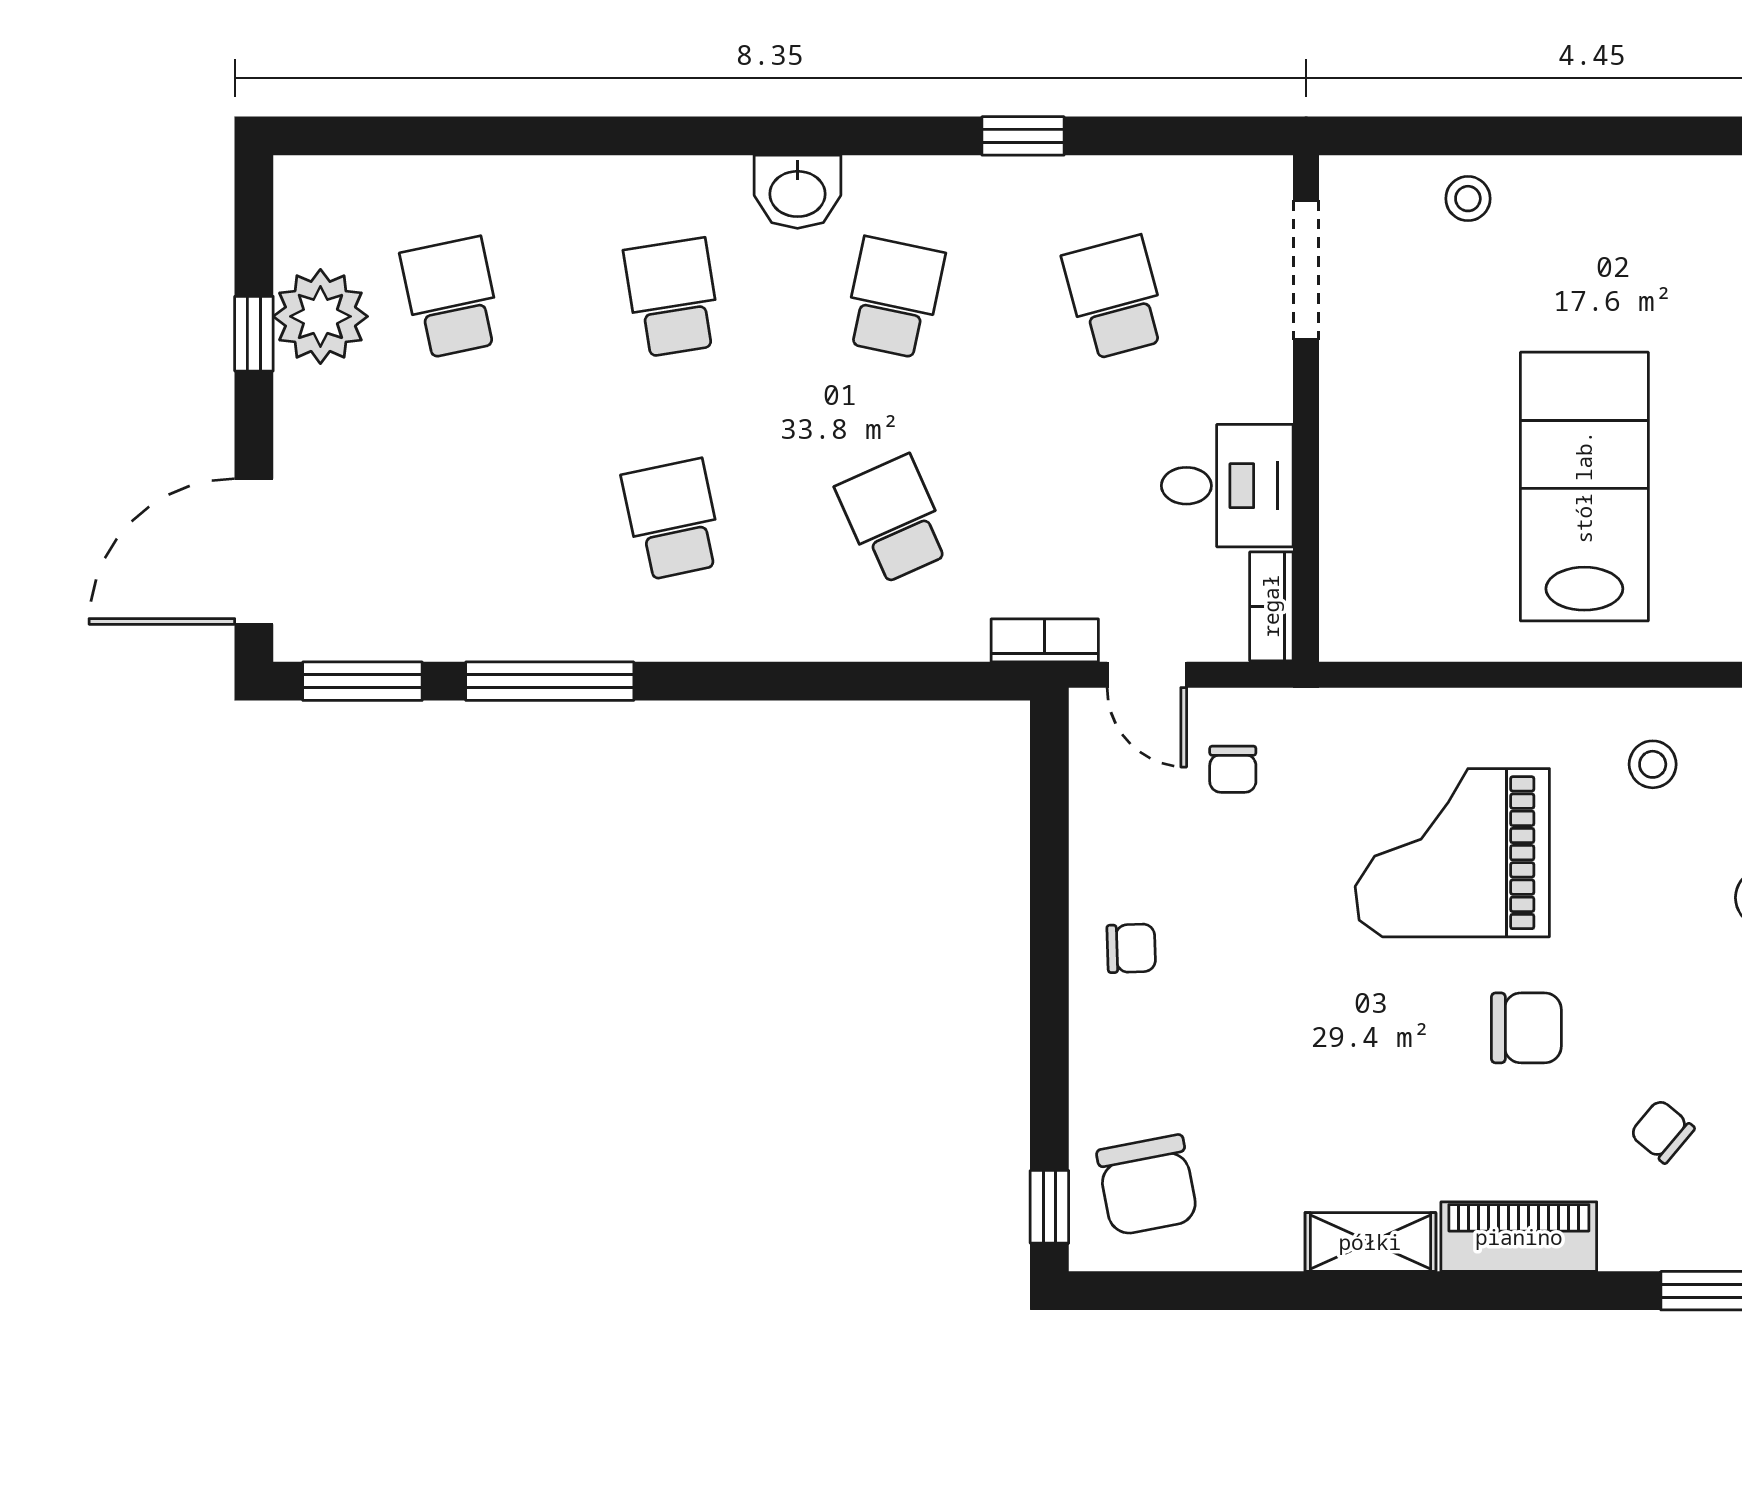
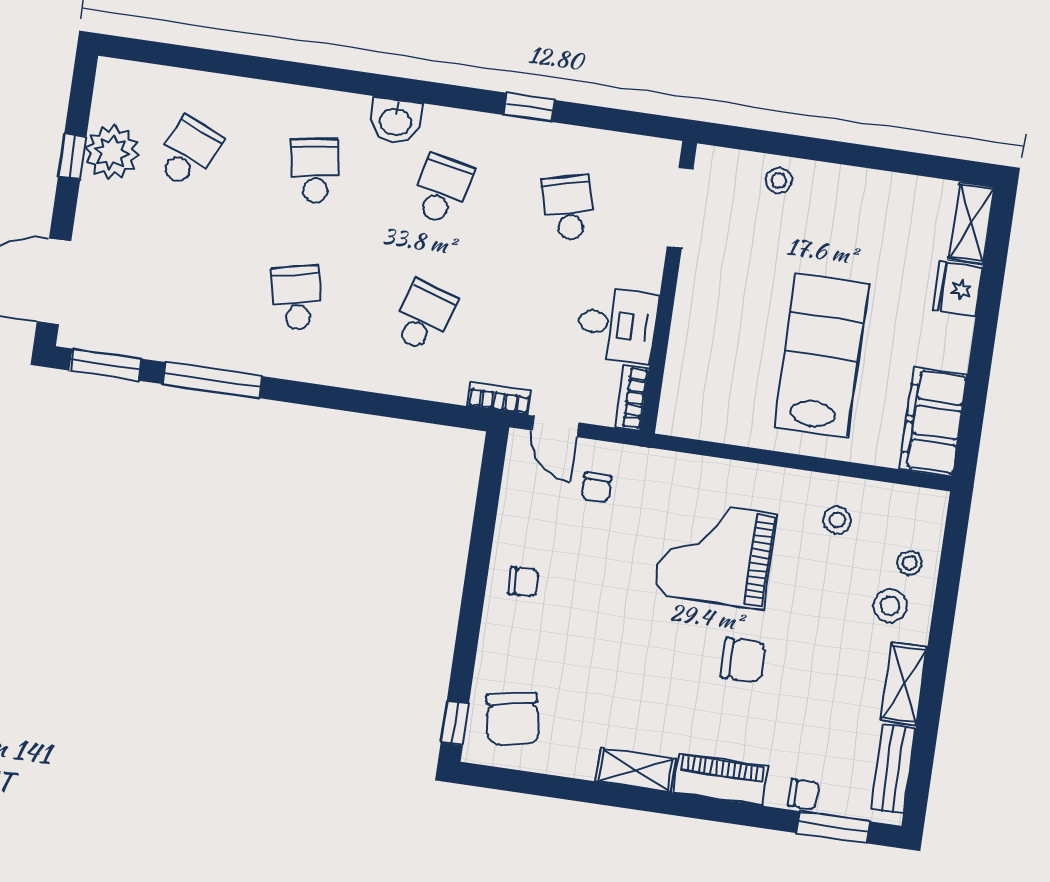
school desk: (451, 298) -> (188, 152), turned 36
school desk: (894, 520) -> (423, 316), turned 42
chair: (1662, 1131) -> (804, 794), moved, turned 140

